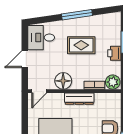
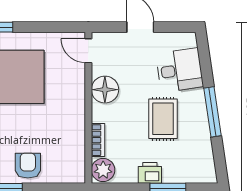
desk: (41, 38) -> (180, 70), moved, turned 82
dresser: (79, 99) -> (76, 116), removed

